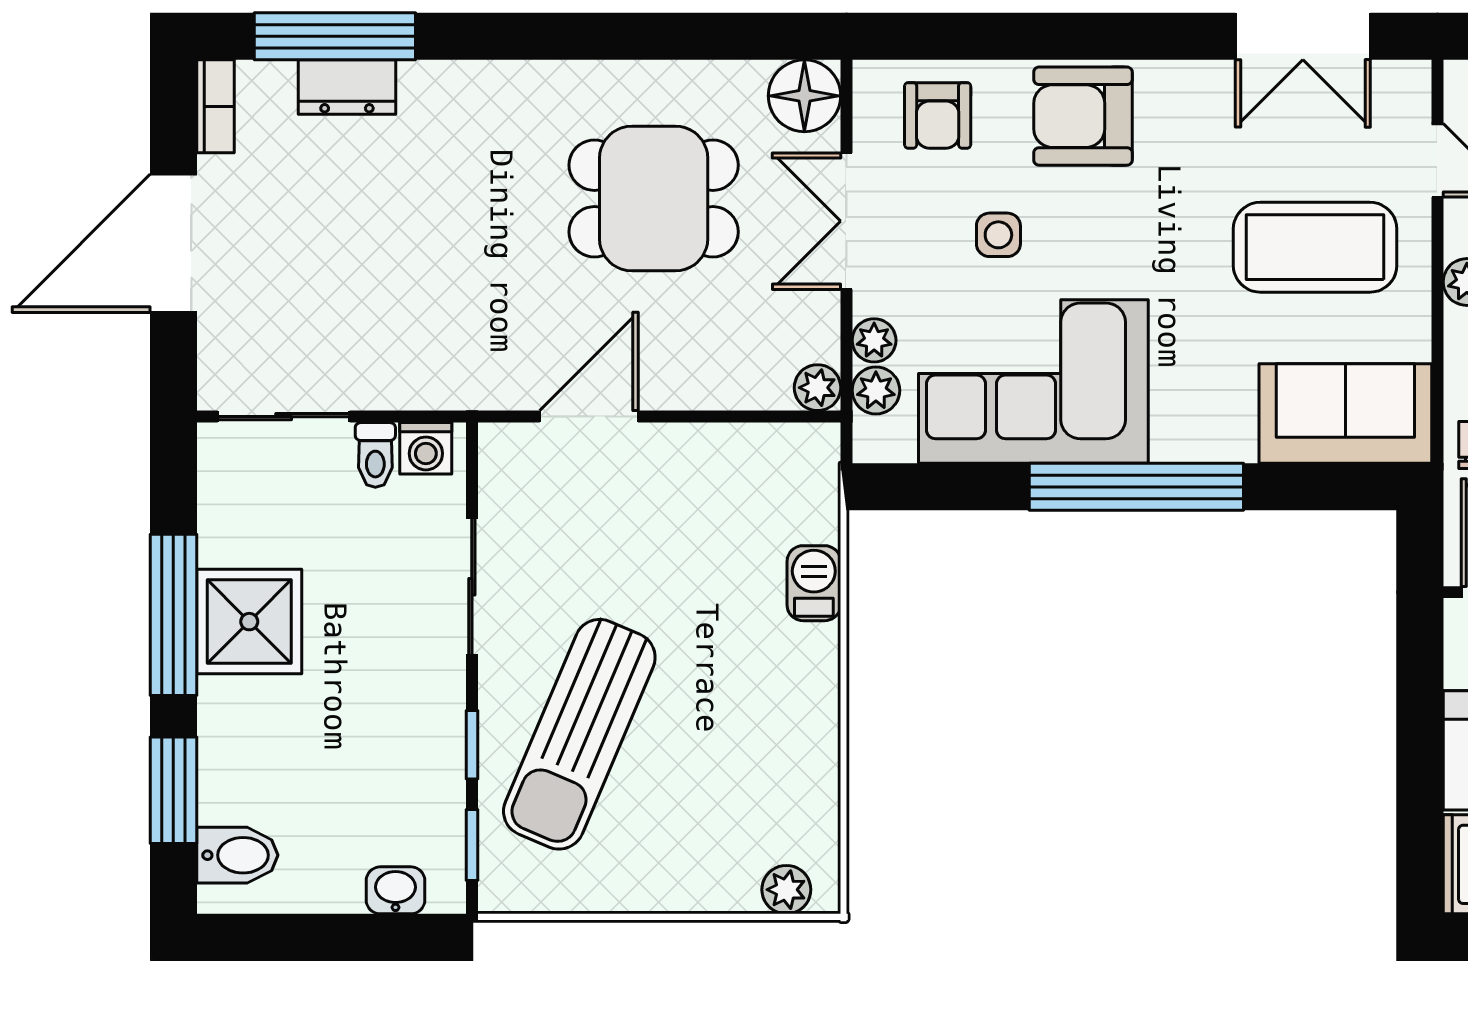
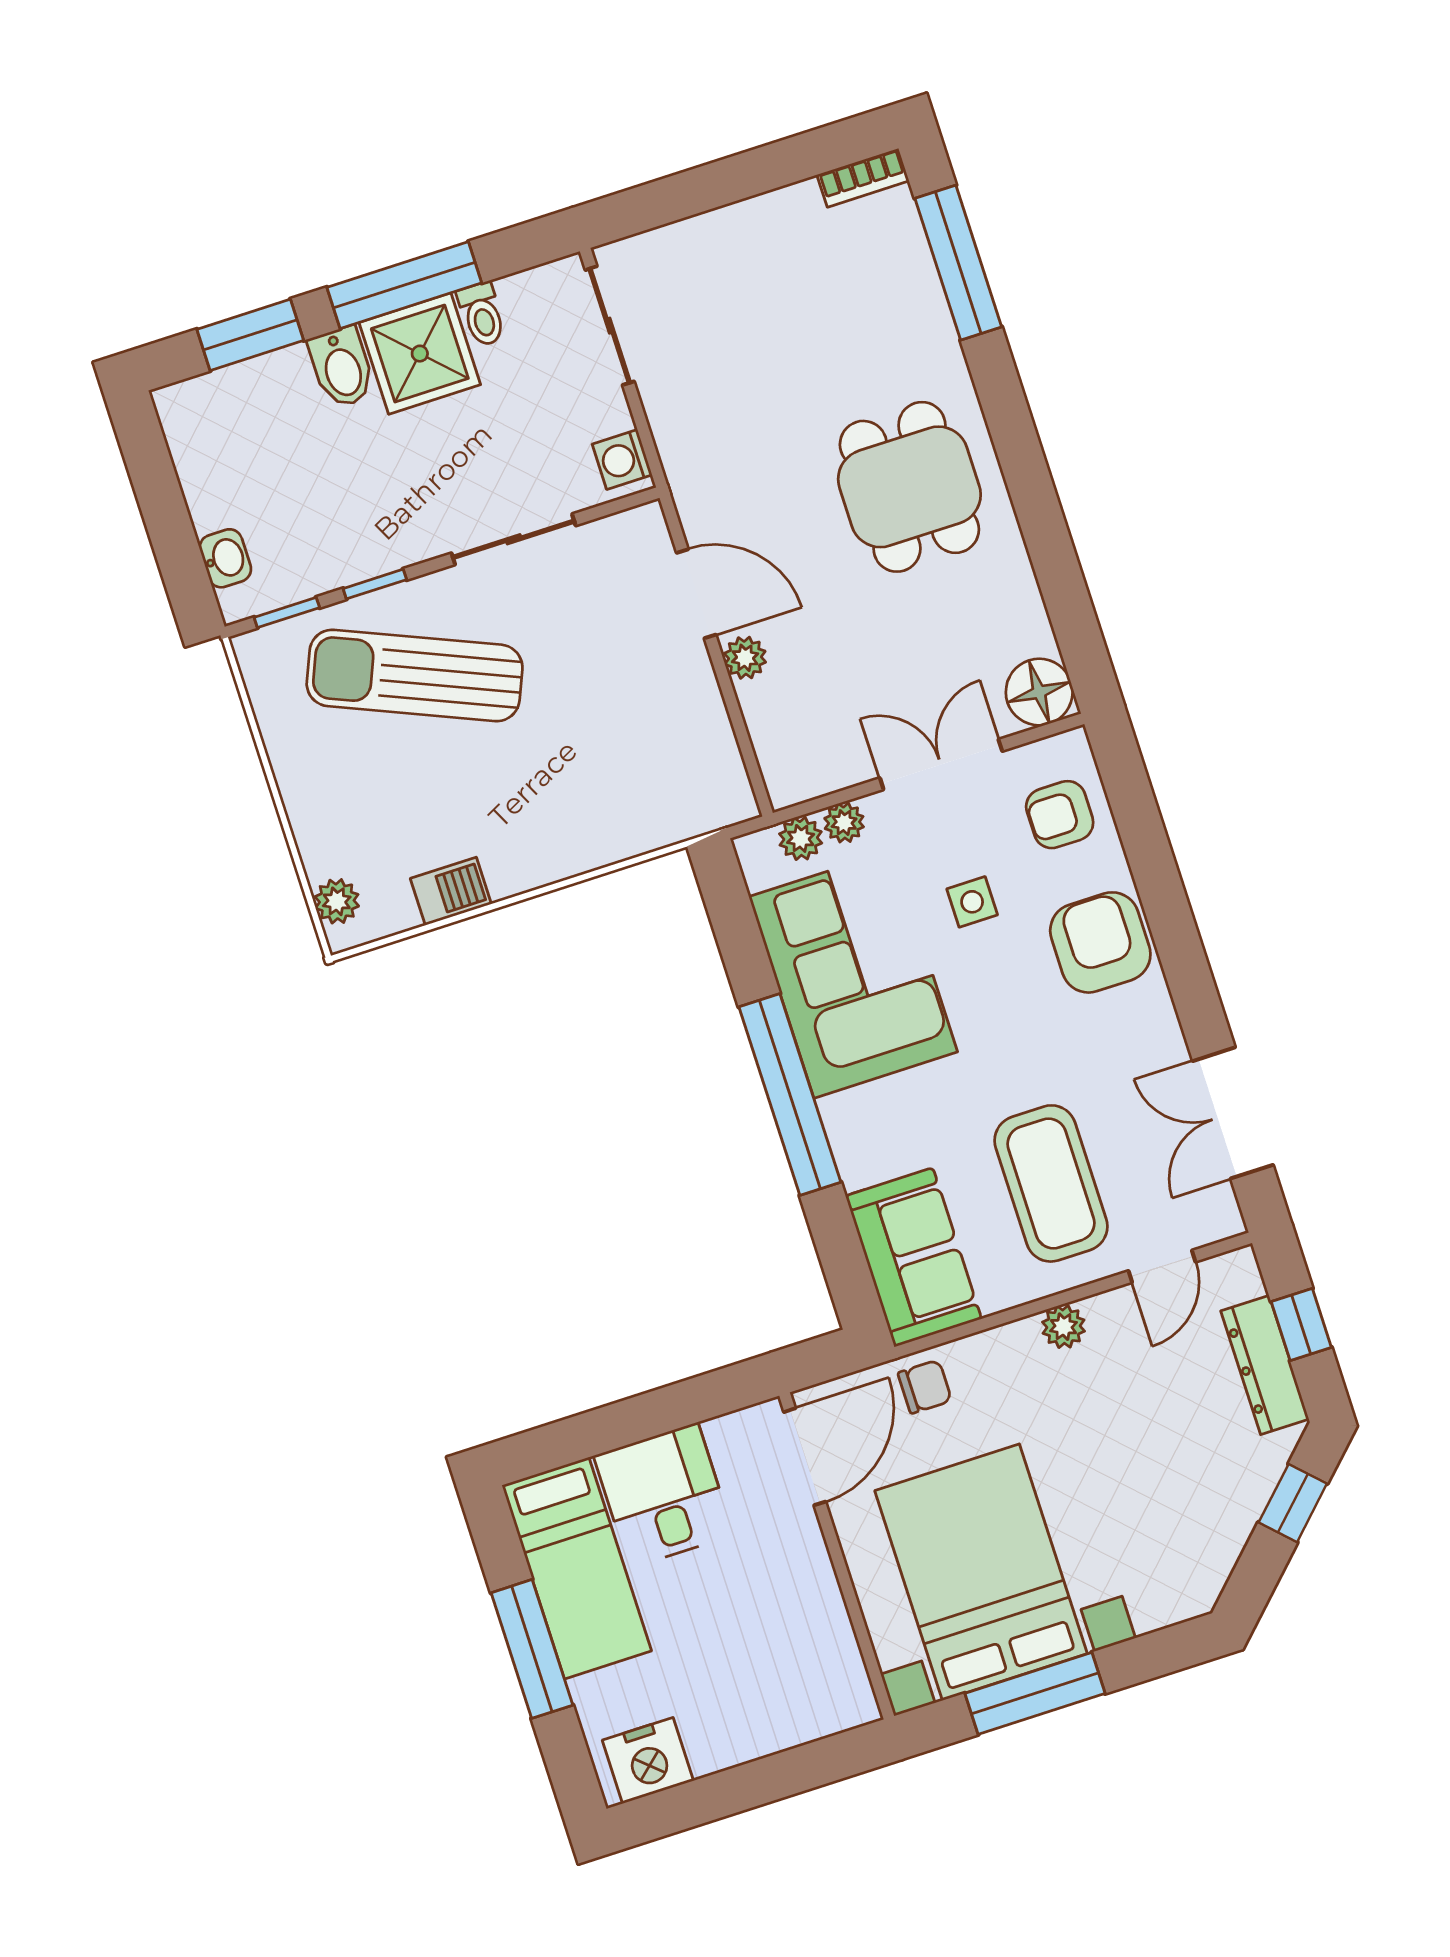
dresser: (347, 87) -> (917, 288), removed
dining table: (654, 199) -> (909, 487), moved
door: (173, 243) -> (731, 180), removed
plant: (817, 388) -> (745, 658), moved
toilet: (375, 455) -> (482, 314), moved, turned -90
barbecue: (814, 583) -> (451, 891), moved
bidet: (237, 855) -> (342, 367), moved

